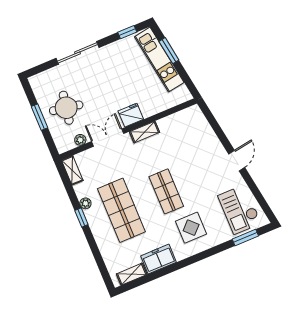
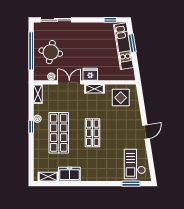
sliding door: (77, 53) -> (56, 20), moved
window: (39, 117) -> (31, 51), width x2.11
display table: (191, 228) -> (121, 98), moved

